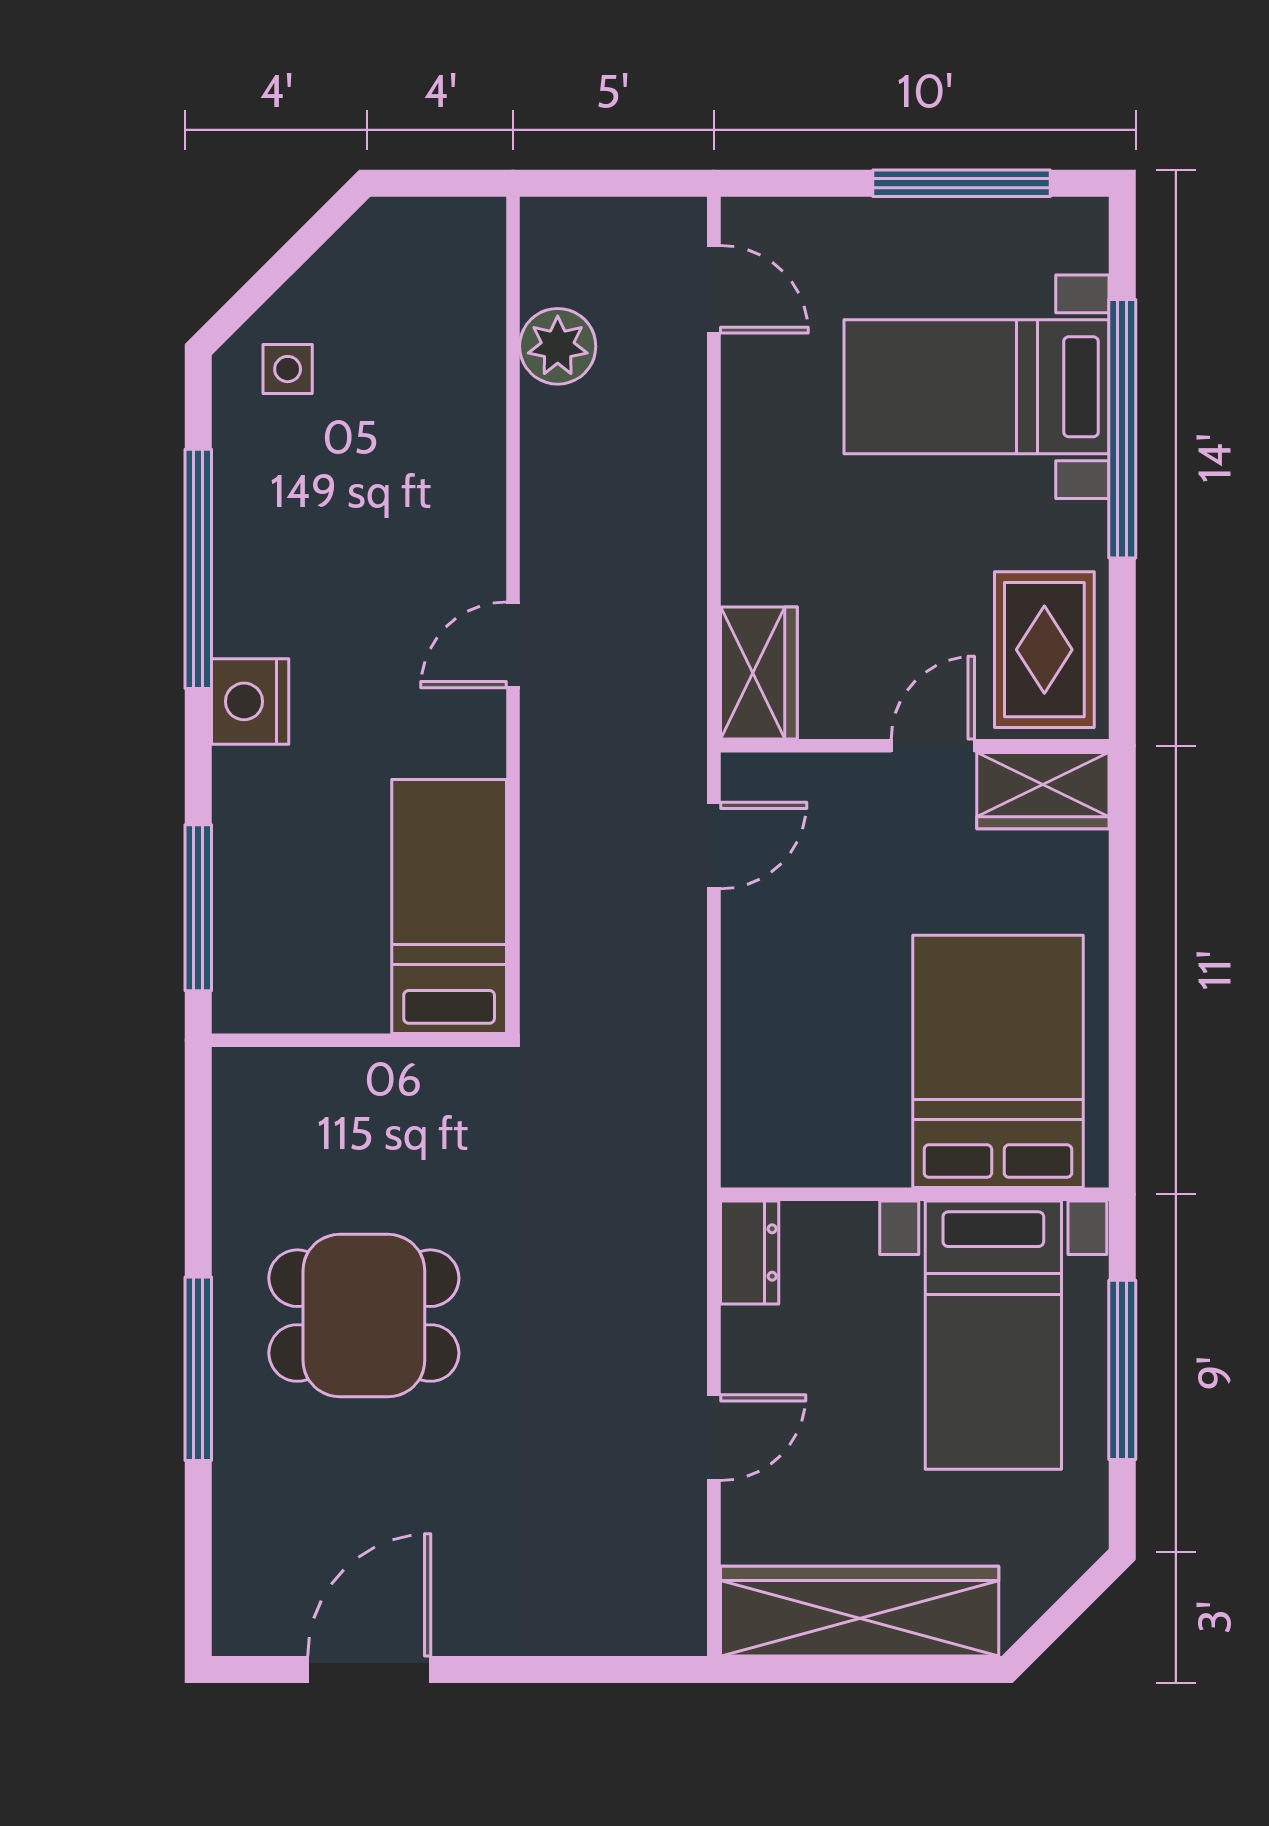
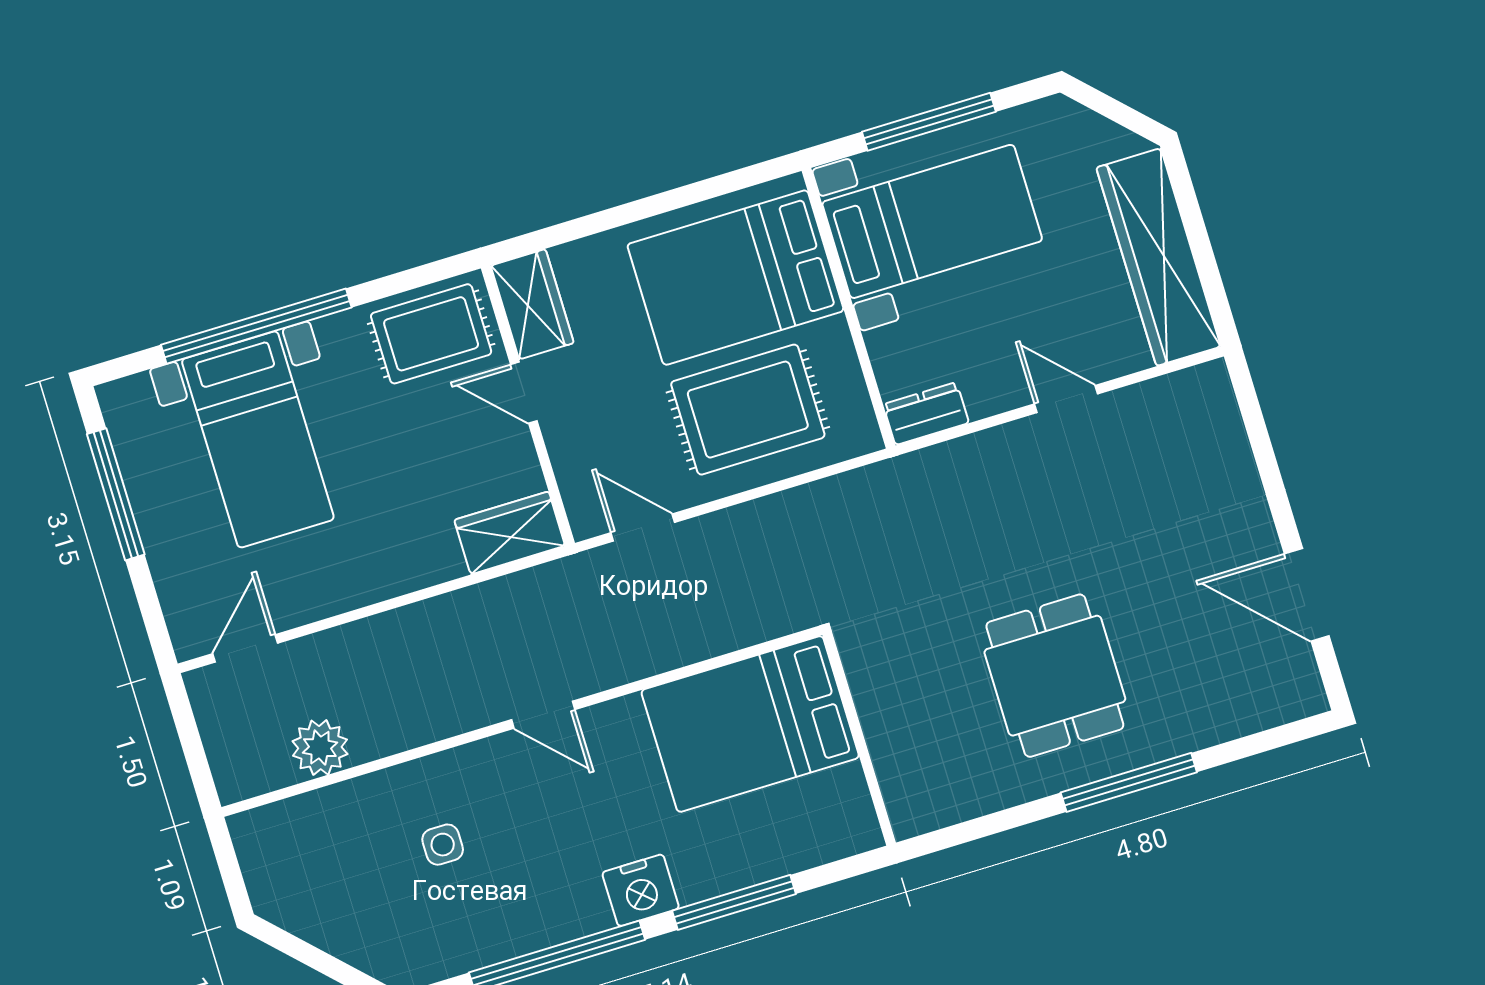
side table: (288, 369) -> (443, 845), moved
bed: (449, 906) -> (750, 724), width x1.50
window: (198, 908) -> (734, 902), moved
rug: (824, 1026) -> (748, 410), added

